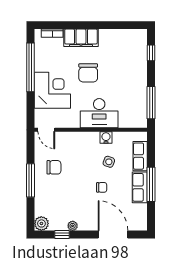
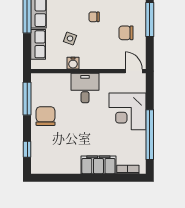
chair: (88, 73) -> (45, 116), moved
desk: (99, 113) -> (85, 88), width x0.73
chair: (102, 187) -> (94, 17), moved

